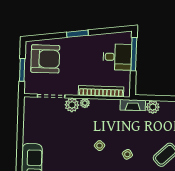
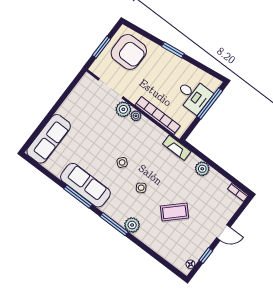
plant: (153, 107) -> (202, 169), moved

